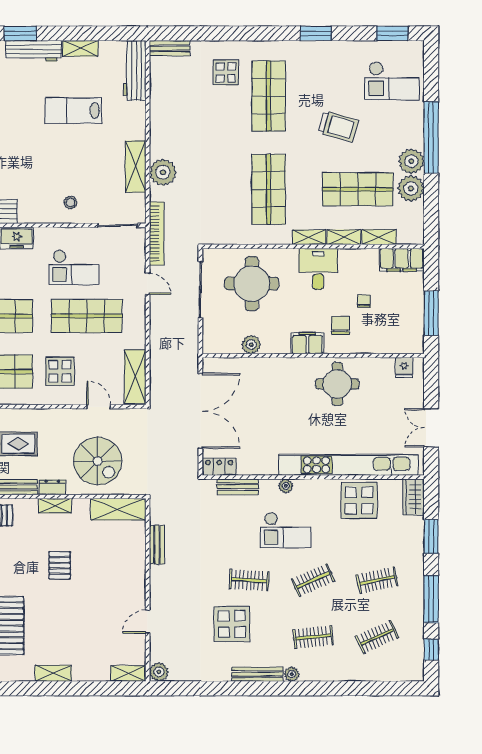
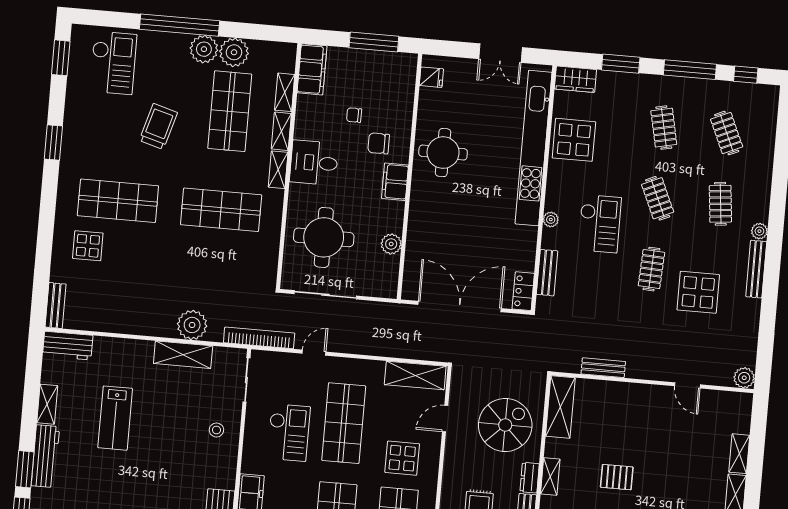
workbench: (135, 70) -> (68, 346), width x0.73
shelving: (128, 674) -> (739, 454), moved

